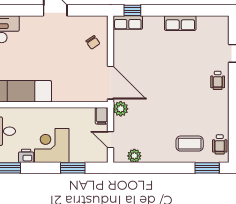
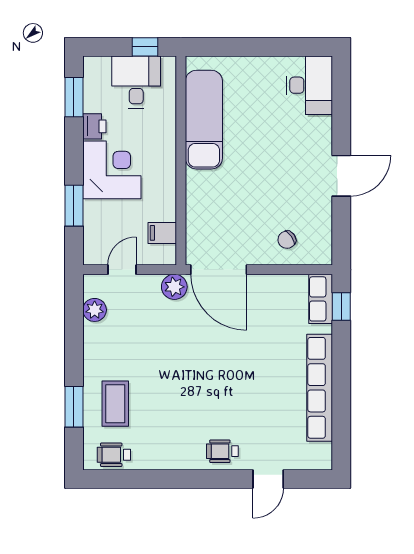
row of seats: (180, 23) -> (320, 388), width x2.02
door: (111, 83) -> (219, 270), hinge flipped
filing cabinet: (102, 116) -> (162, 233), moved
window: (207, 168) -> (74, 407), moved

